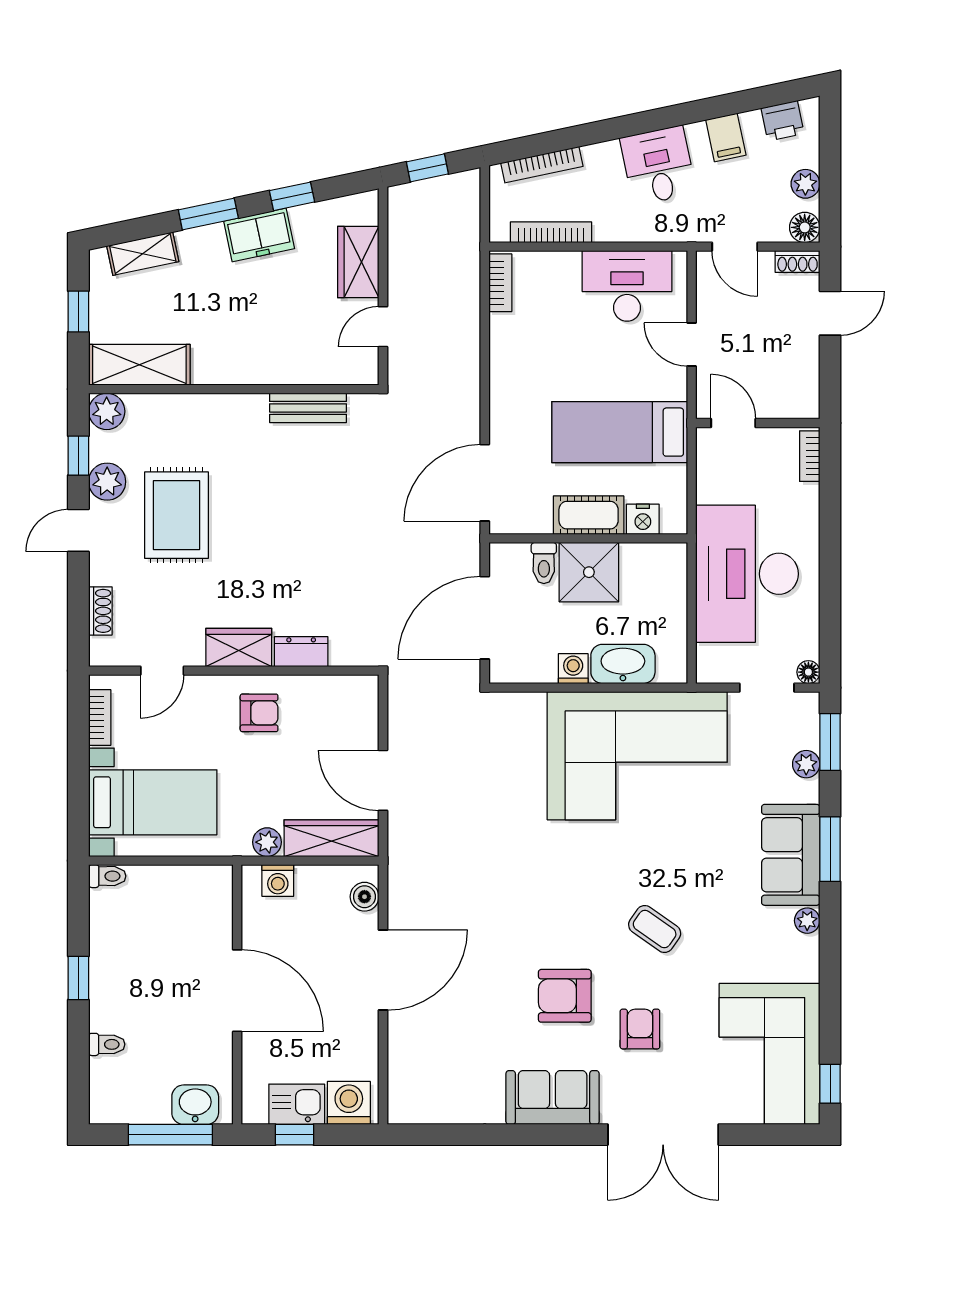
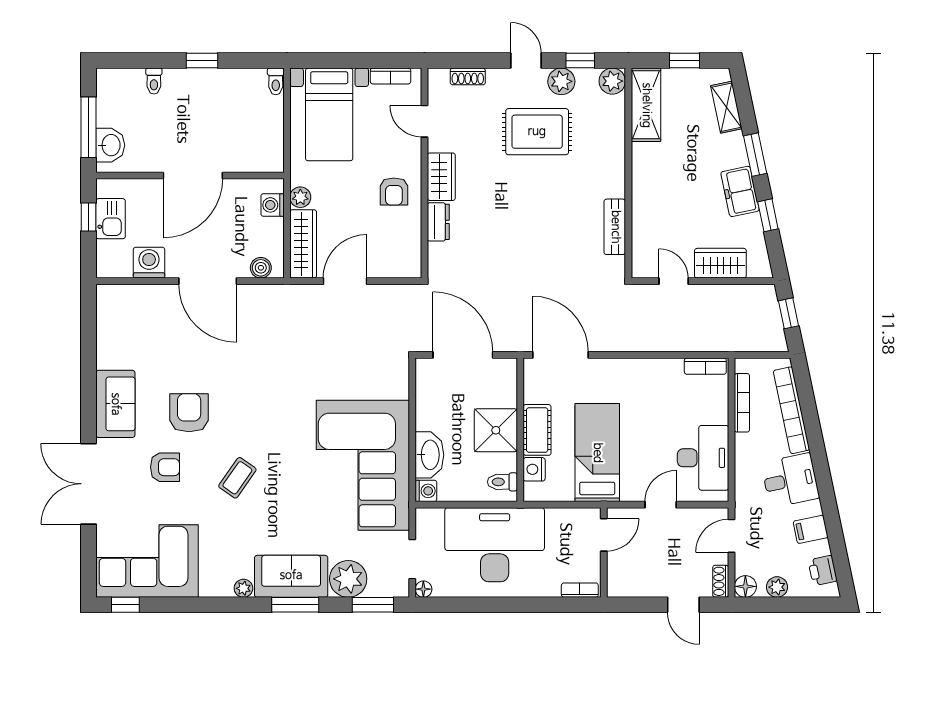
bookcase: (542, 165) -> (791, 410), width x1.48, depth x1.31
toilet: (544, 563) -> (502, 482), moved
washing machine: (573, 669) -> (426, 491), moved
plant: (806, 764) -> (348, 579), width x1.88, depth x1.88
washing machine: (349, 1103) -> (149, 263), moved, turned -90

